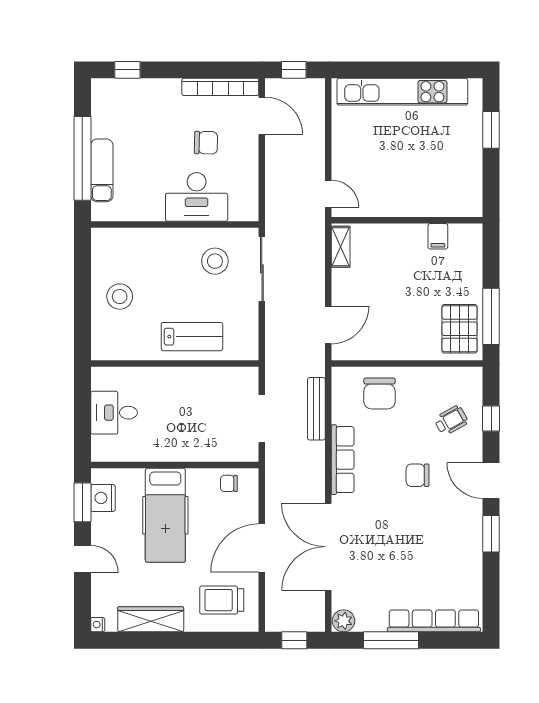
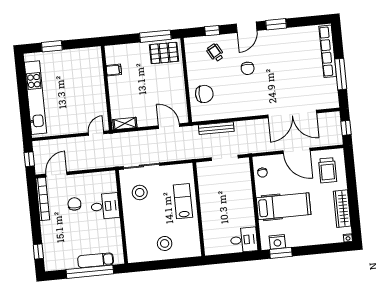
desk: (197, 197) -> (105, 206), width x0.73
desk: (114, 413) -> (244, 240), moved, turned -90
row of seats: (343, 460) -> (243, 111), removed
door: (82, 559) -> (312, 250), removed
plant: (344, 621) -> (332, 102), removed

